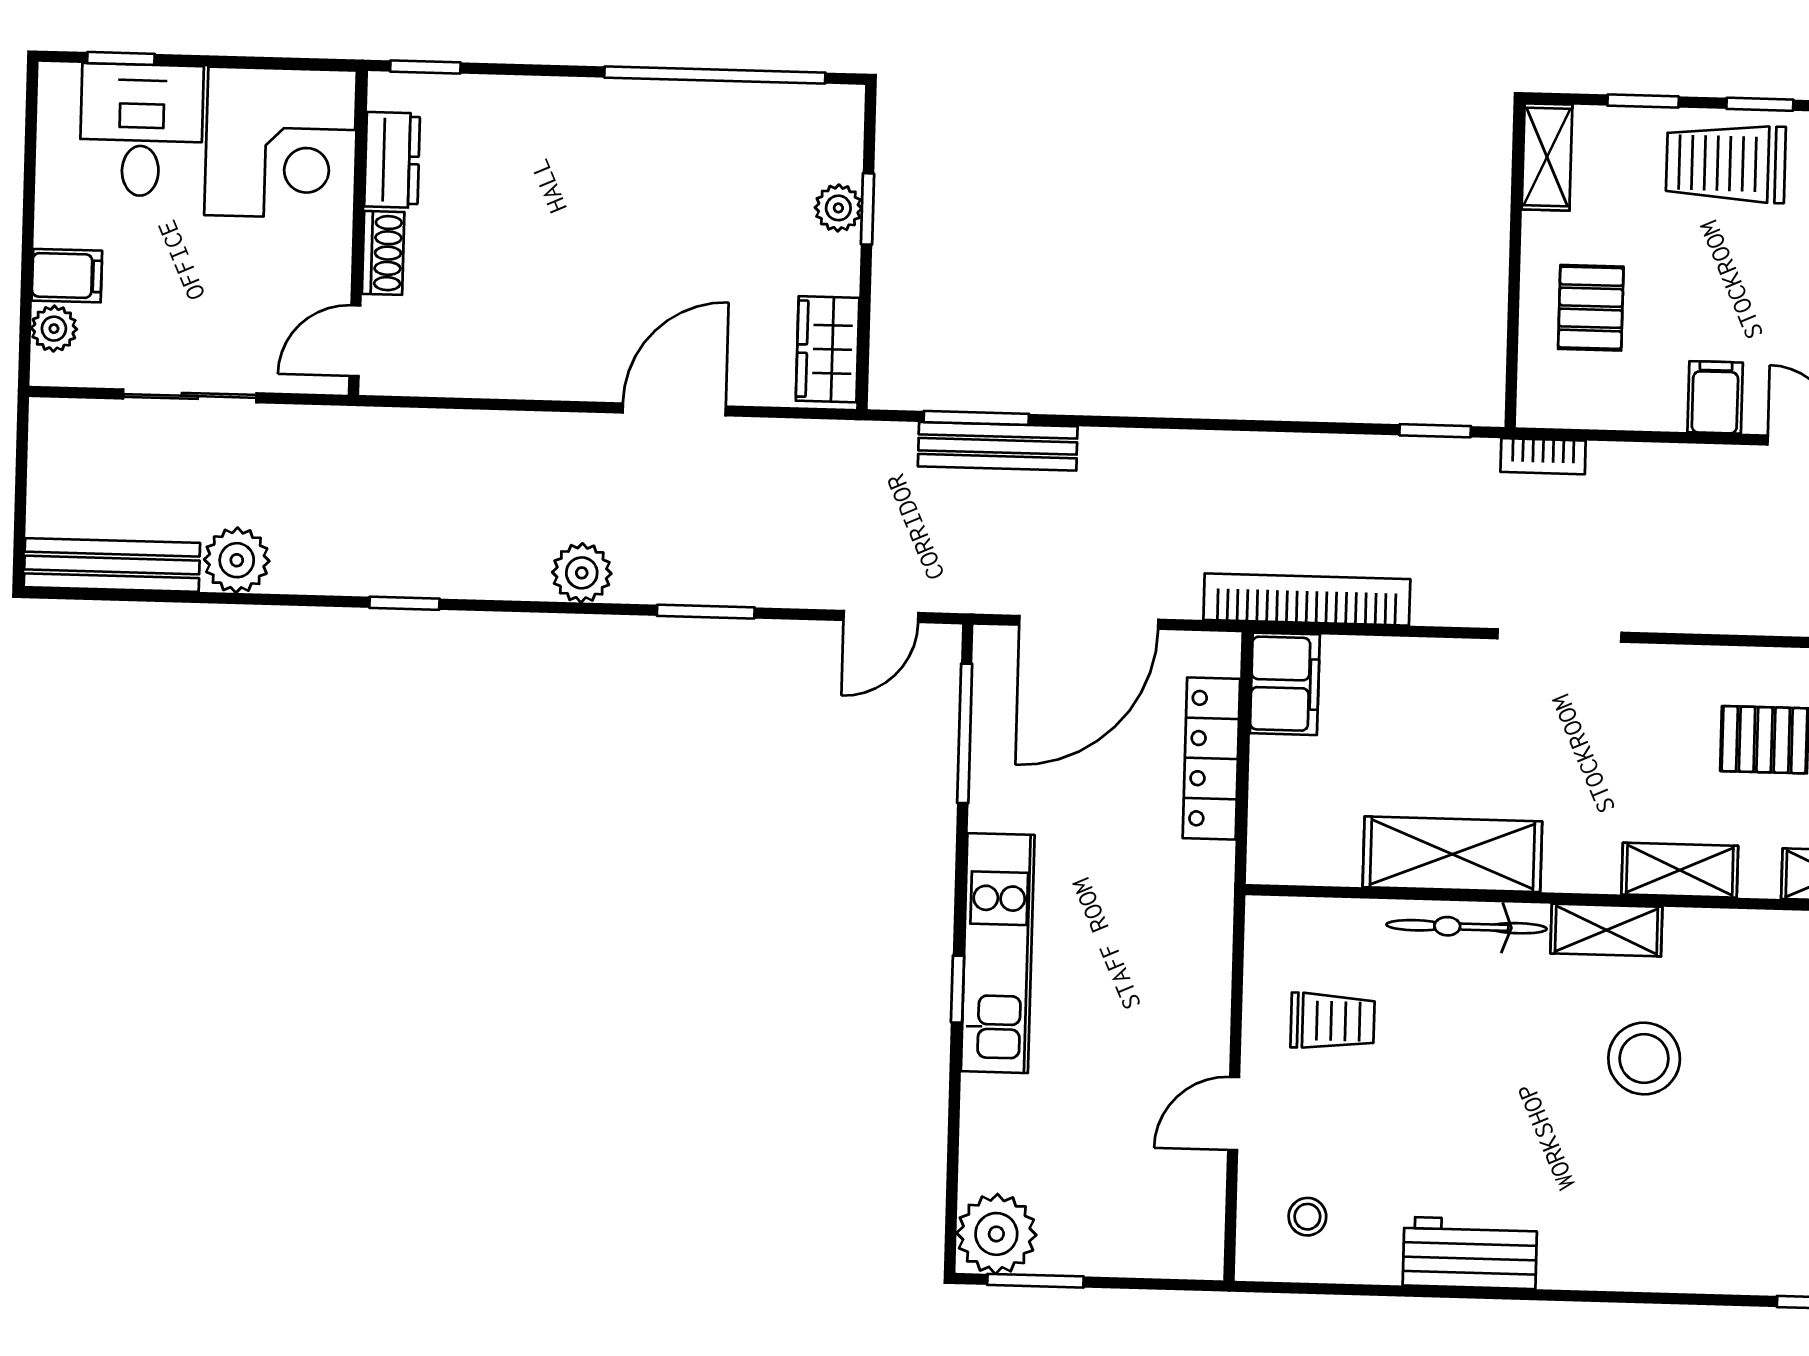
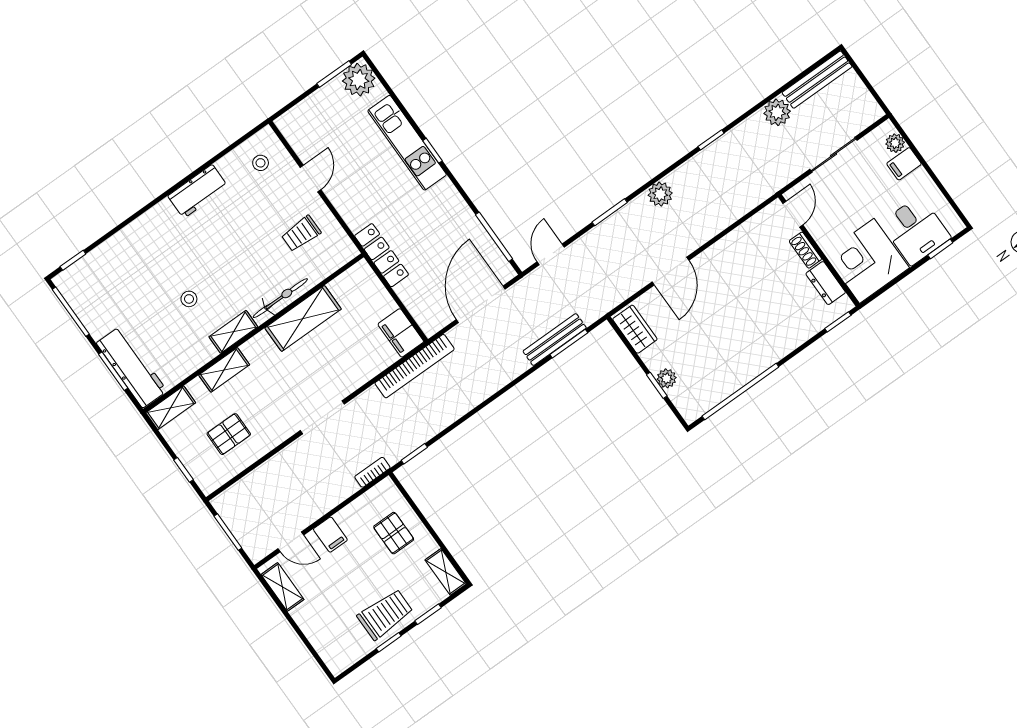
locker: (1211, 758) -> (382, 255), moved
kitchen unit: (998, 953) -> (407, 143), moved
stool: (1644, 1059) -> (189, 299), width x0.53, depth x0.53

